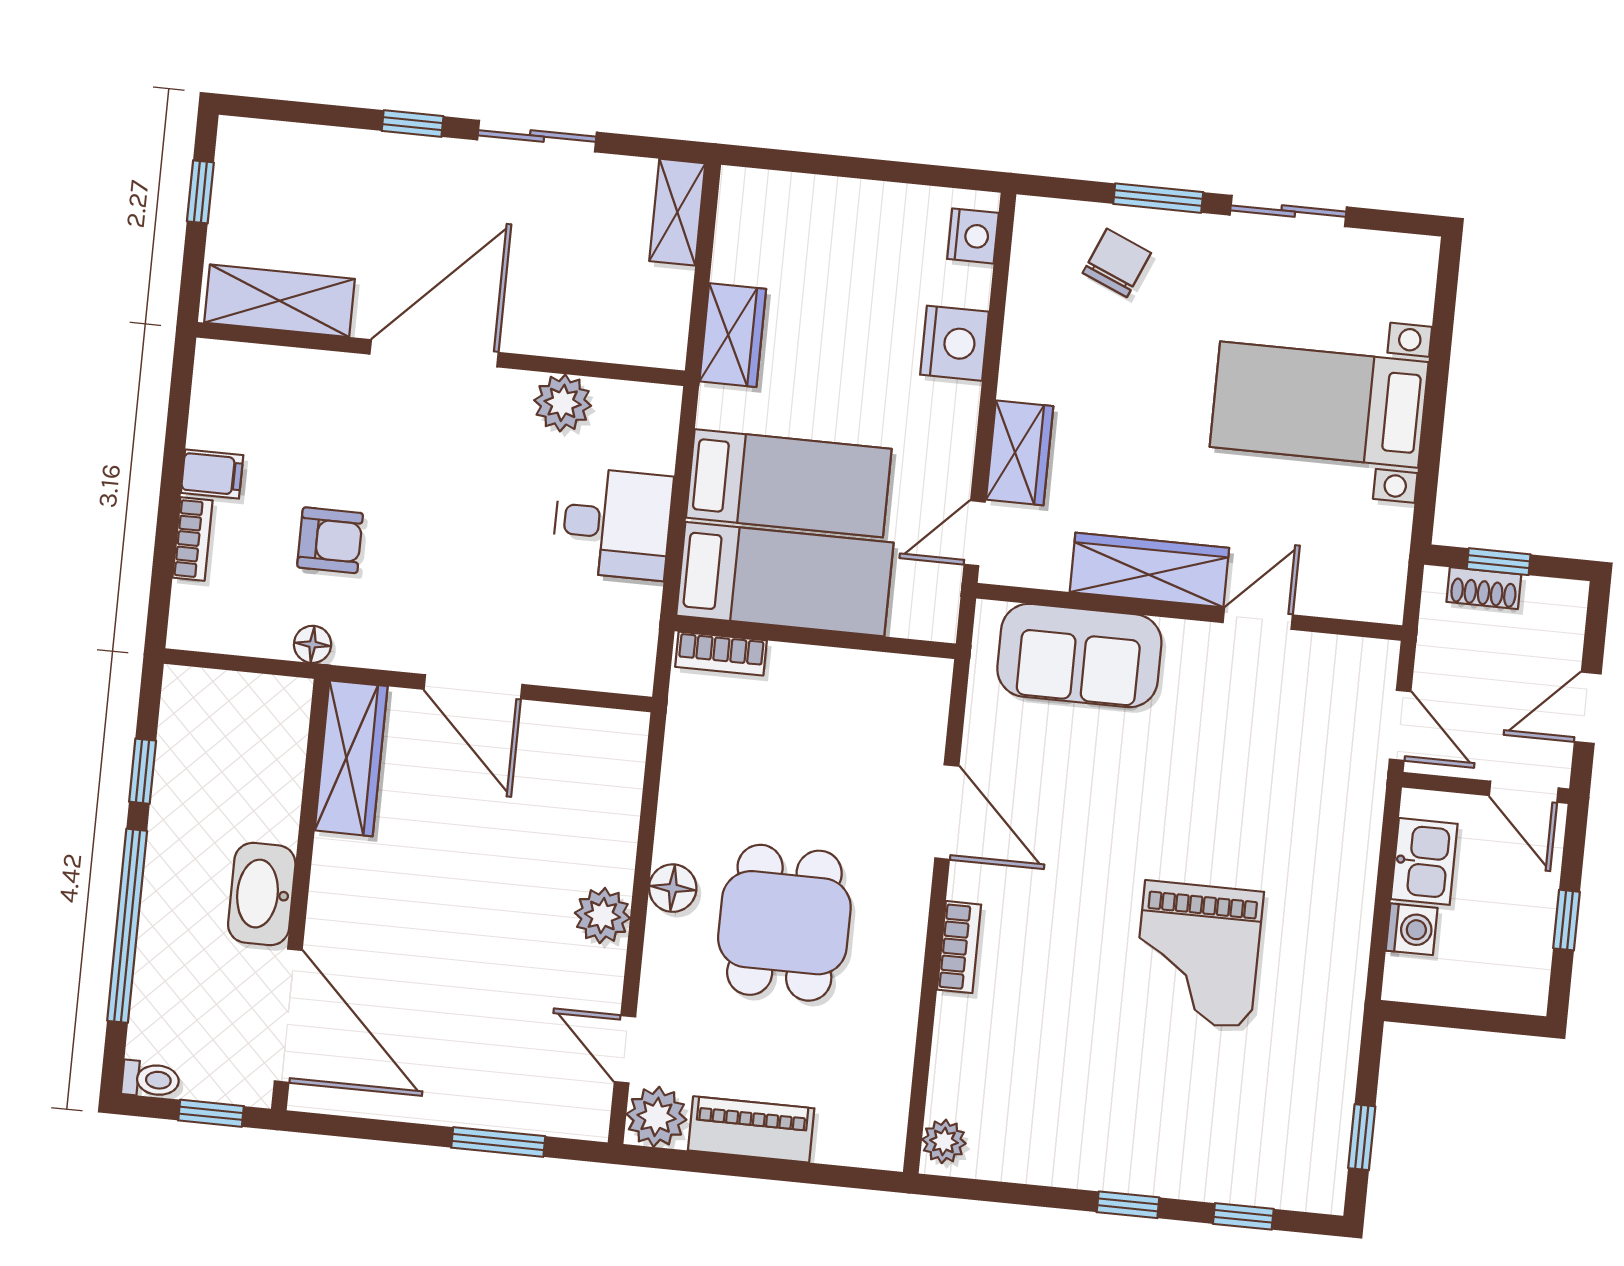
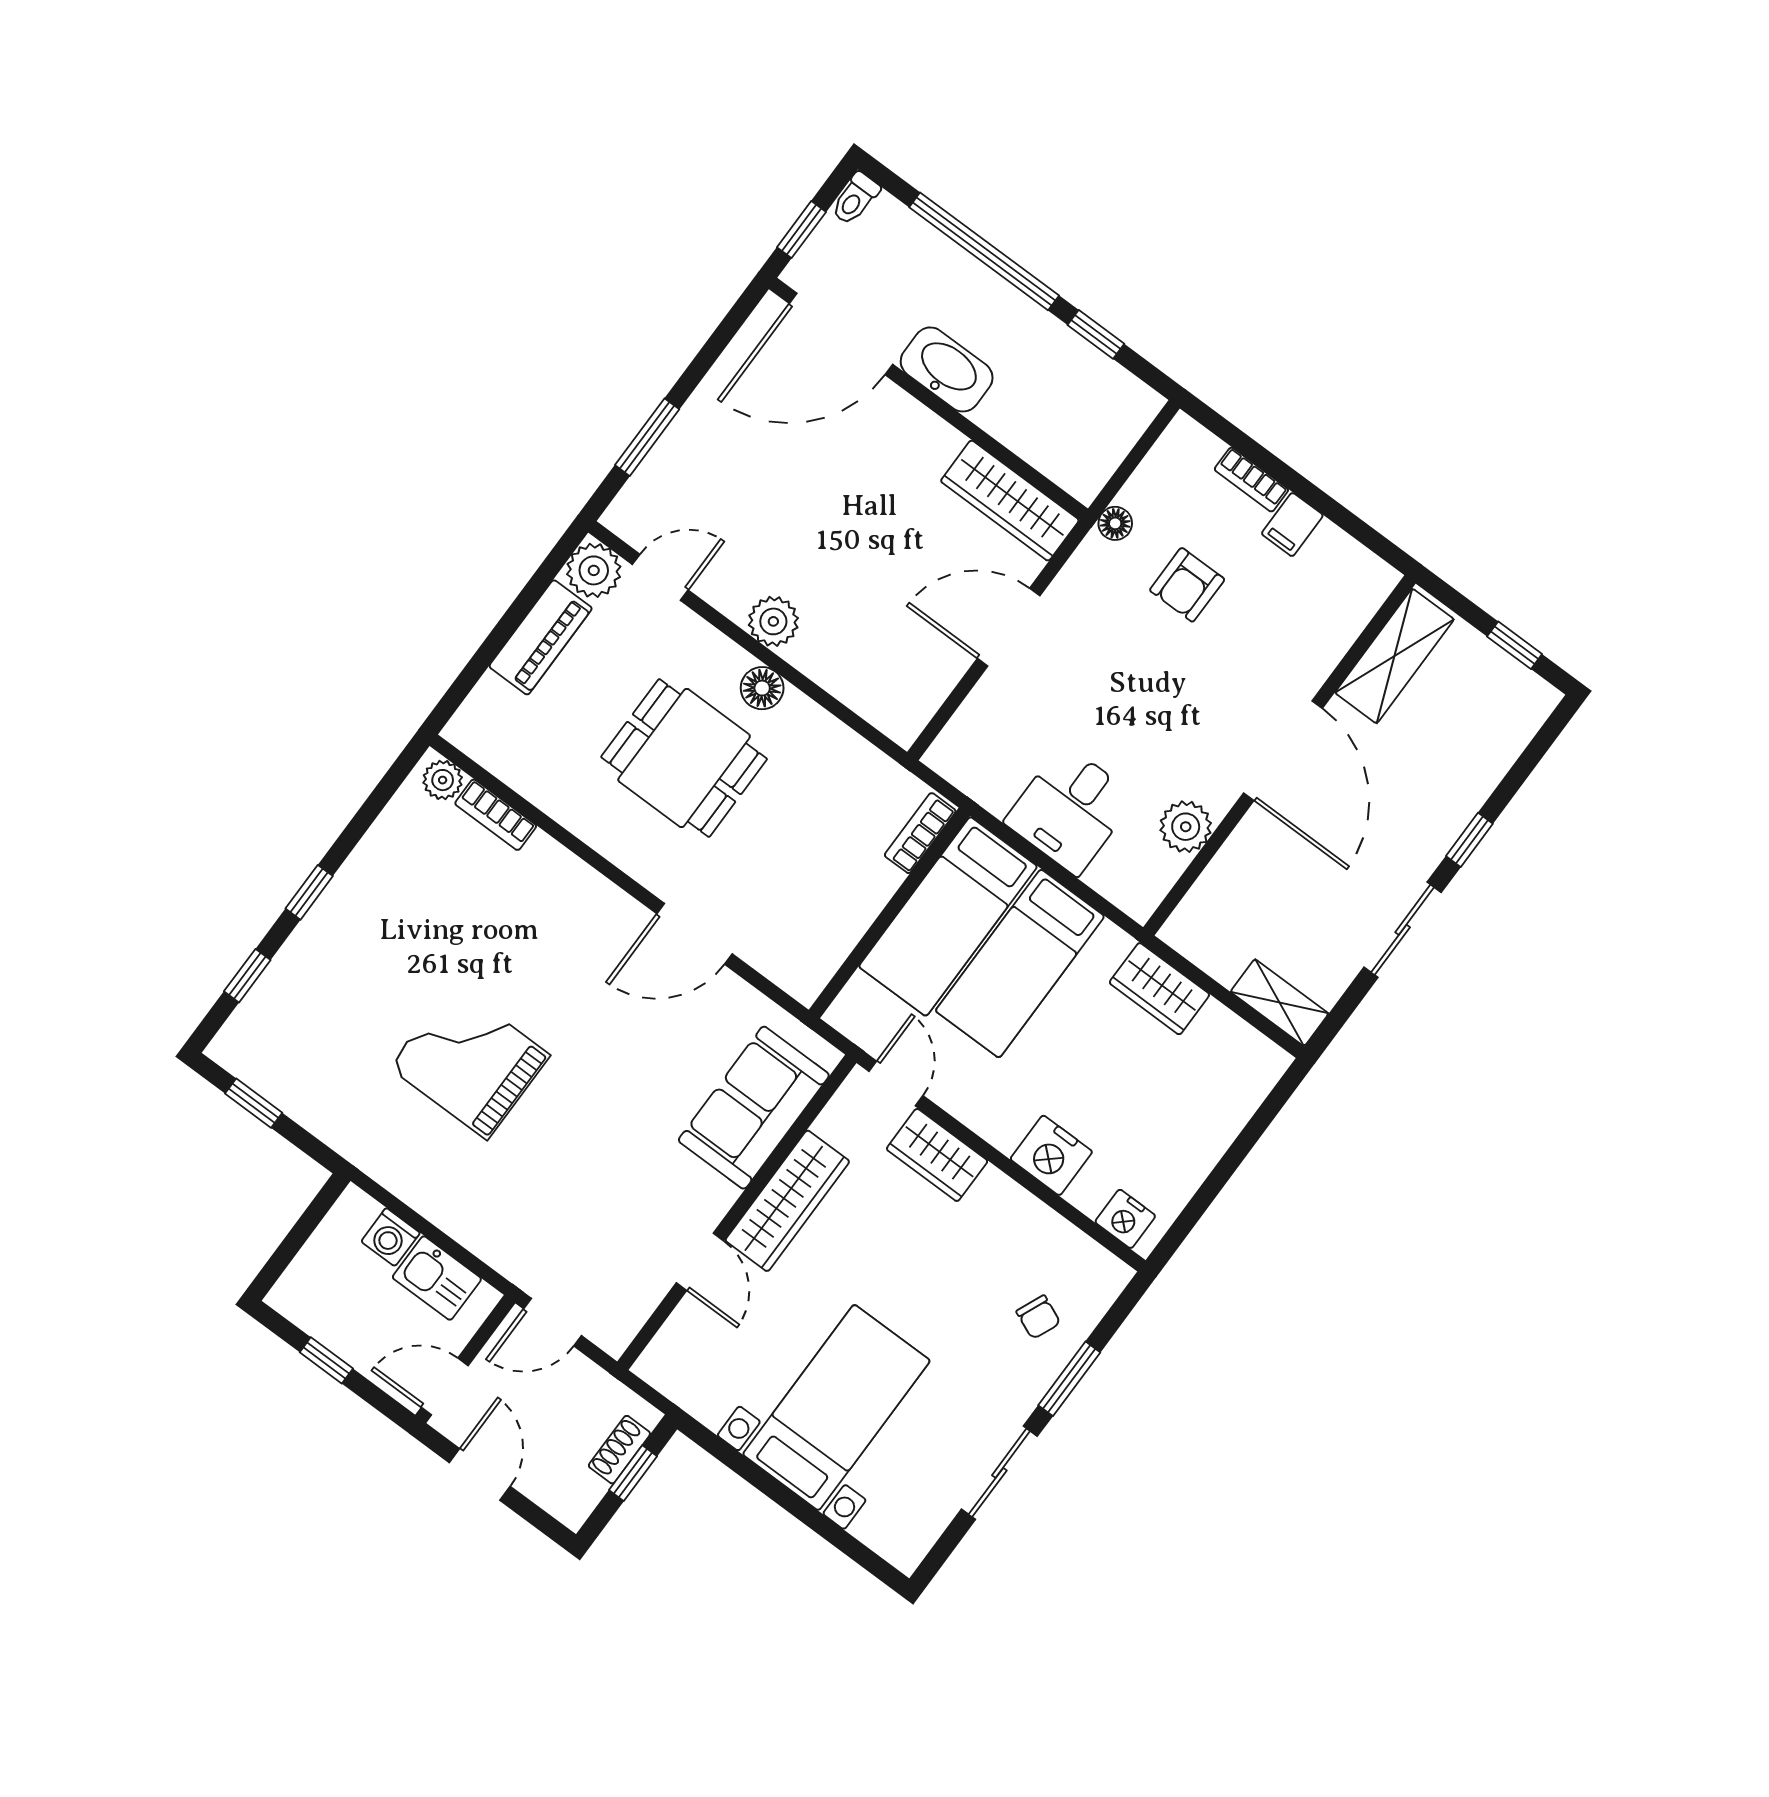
chair: (1117, 263) -> (1038, 1317), width x0.73, depth x0.73
bookcase: (959, 947) -> (496, 815), moved

